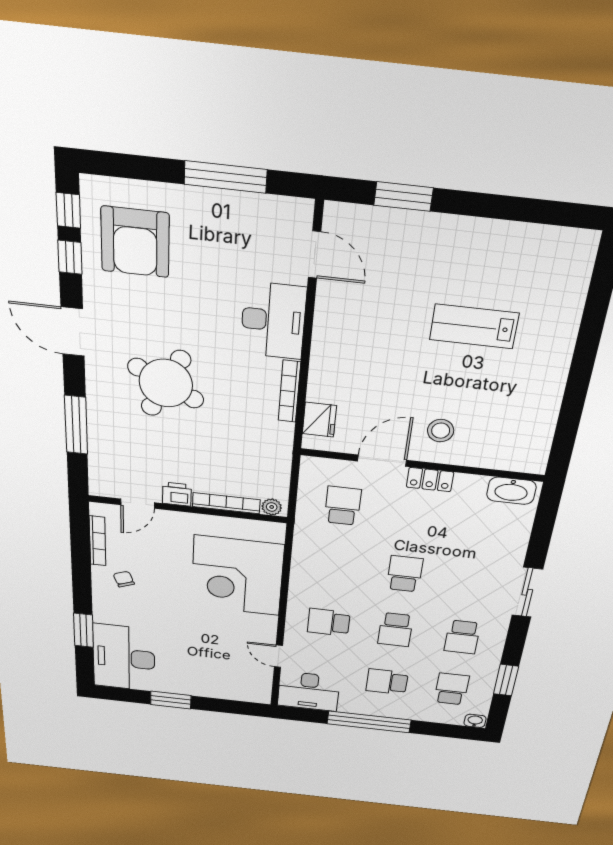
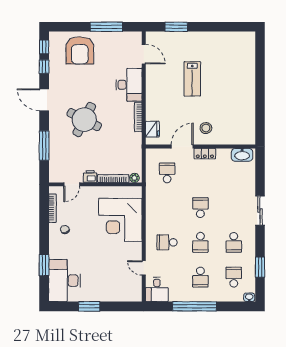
armchair: (135, 242) -> (80, 50), moved
lab bench: (474, 326) -> (192, 79), moved, turned -90
school desk: (387, 682) -> (200, 277), turned -90
desk: (309, 691) -> (157, 289), width x0.73

